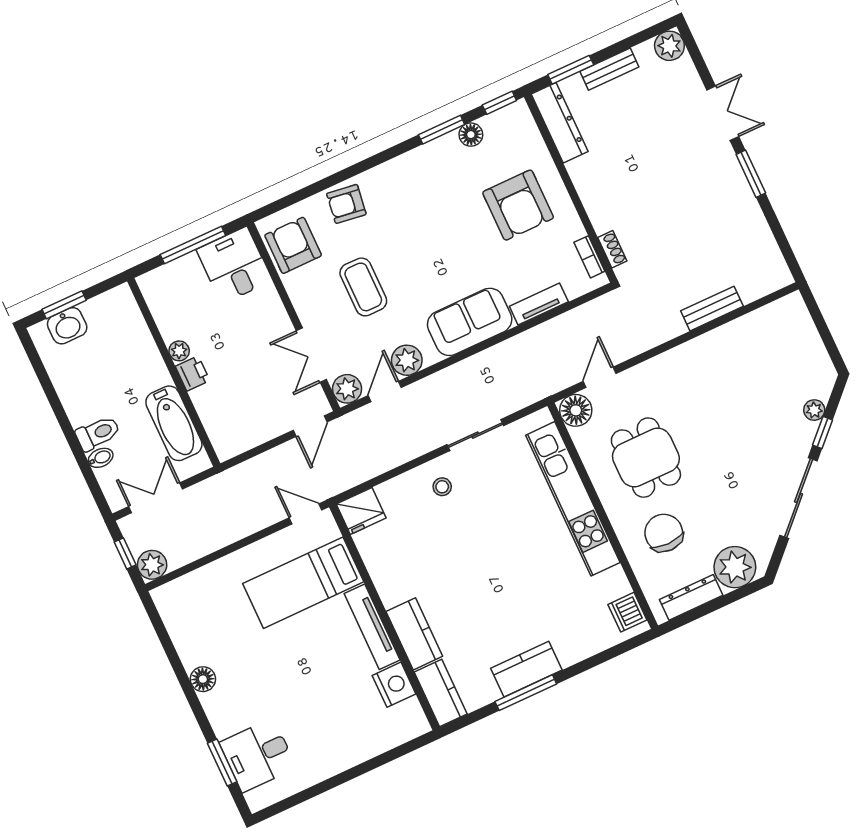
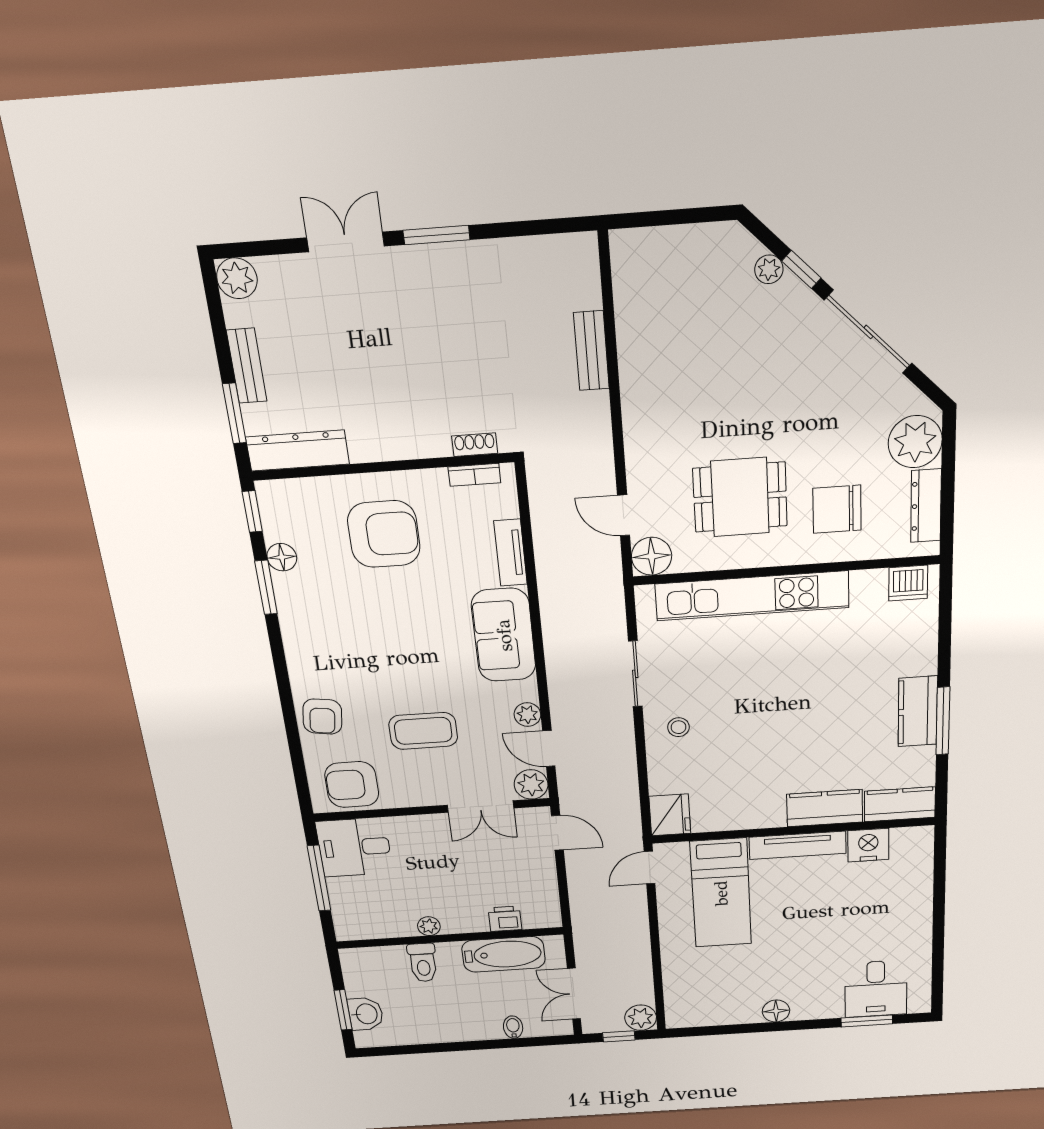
plant: (407, 360) -> (527, 715), width x0.73, depth x0.73
printer: (193, 373) -> (505, 919), moved
toilet: (98, 433) -> (423, 963), moved, turned 180

